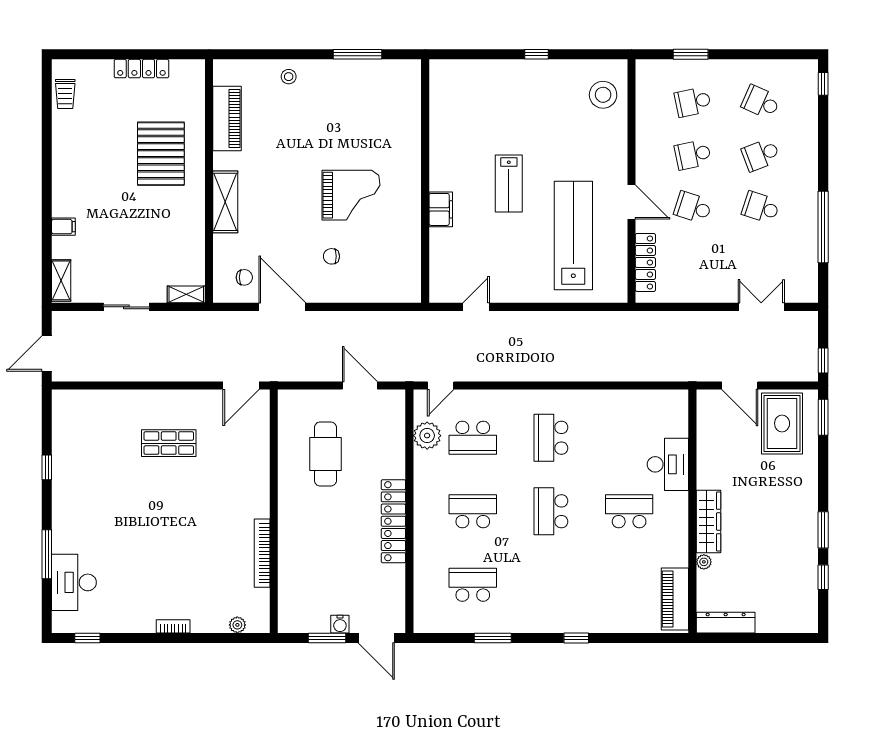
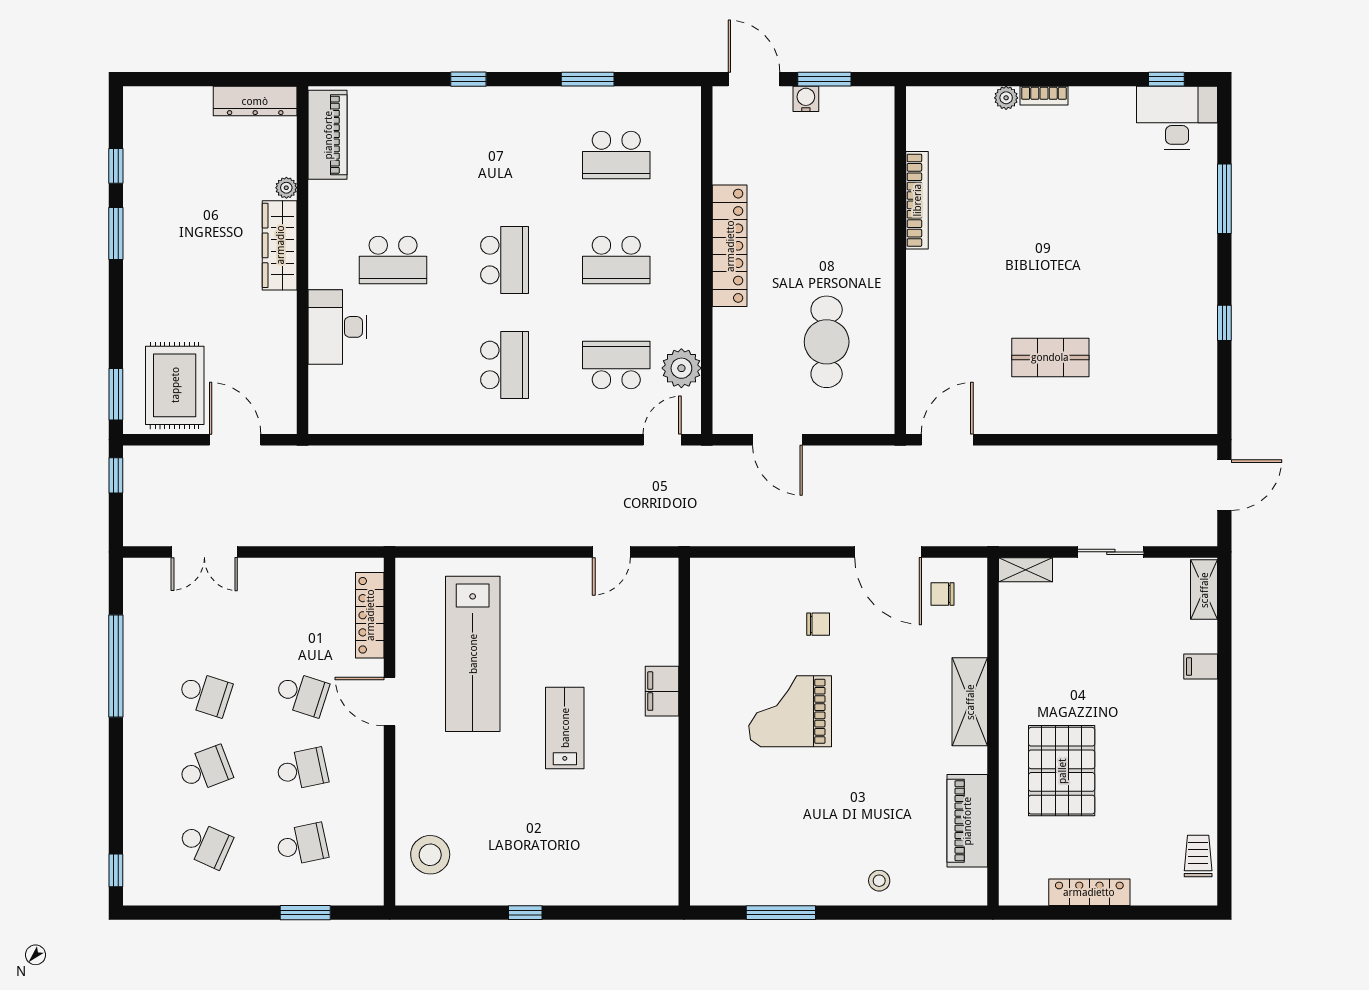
desk: (74, 582) -> (1177, 118), moved, turned -90
plant: (237, 625) -> (1006, 98), moved

